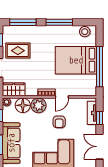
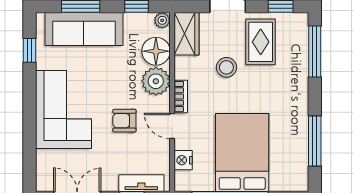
window: (59, 22) -> (315, 141), moved
stool: (85, 32) -> (226, 67), moved
nightstand: (80, 91) -> (183, 160), added

